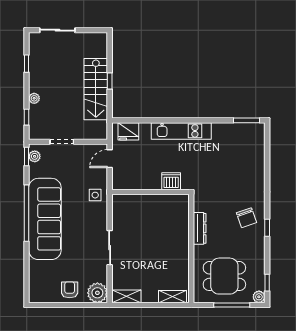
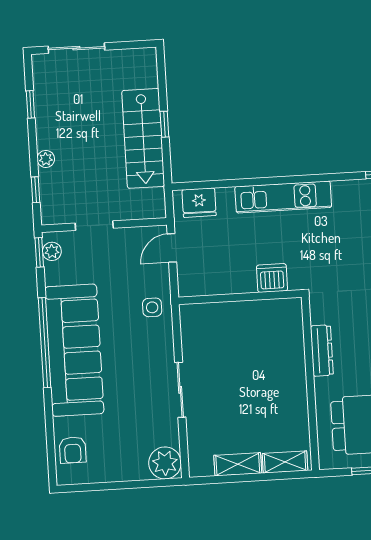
armchair: (70, 290) -> (73, 450), moved, turned 180
shelving: (126, 296) -> (238, 464), moved

